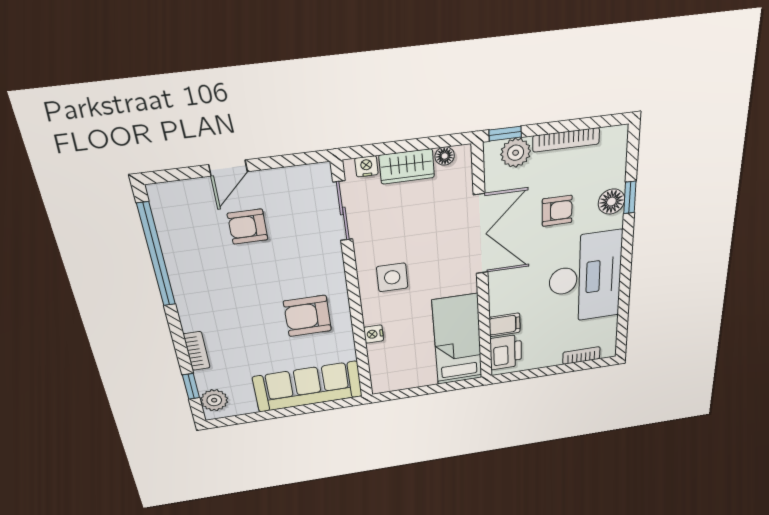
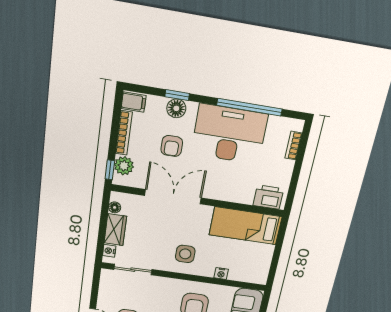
armchair: (557, 211) -> (172, 146), turned 180
window: (624, 290) -> (250, 107), added
filing cabinet: (505, 325) -> (134, 102), moved, turned 90

